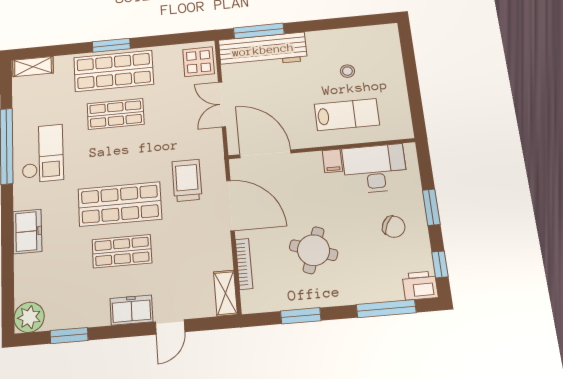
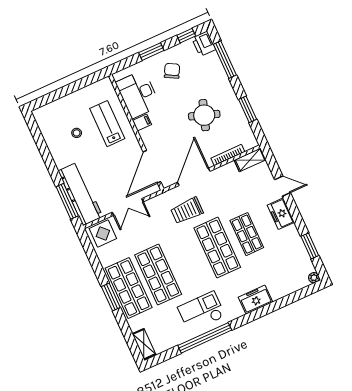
shop shelf: (116, 114) -> (158, 275), width x1.43, depth x1.36
plant: (29, 317) -> (314, 278), width x0.53, depth x0.53

